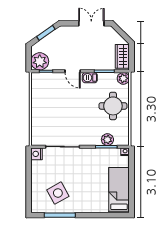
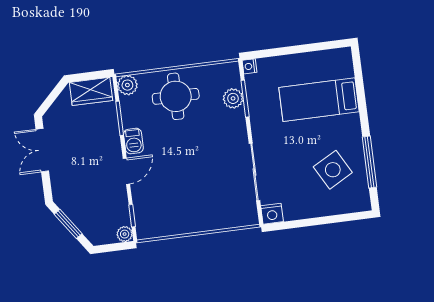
plant: (40, 61) -> (125, 234), width x0.53, depth x0.53
bed: (119, 190) -> (319, 100), moved

